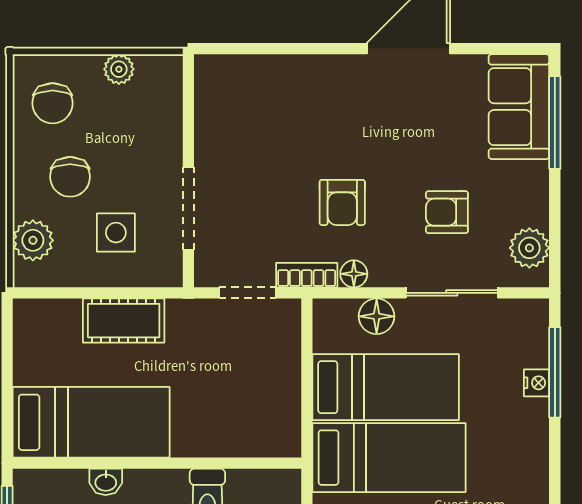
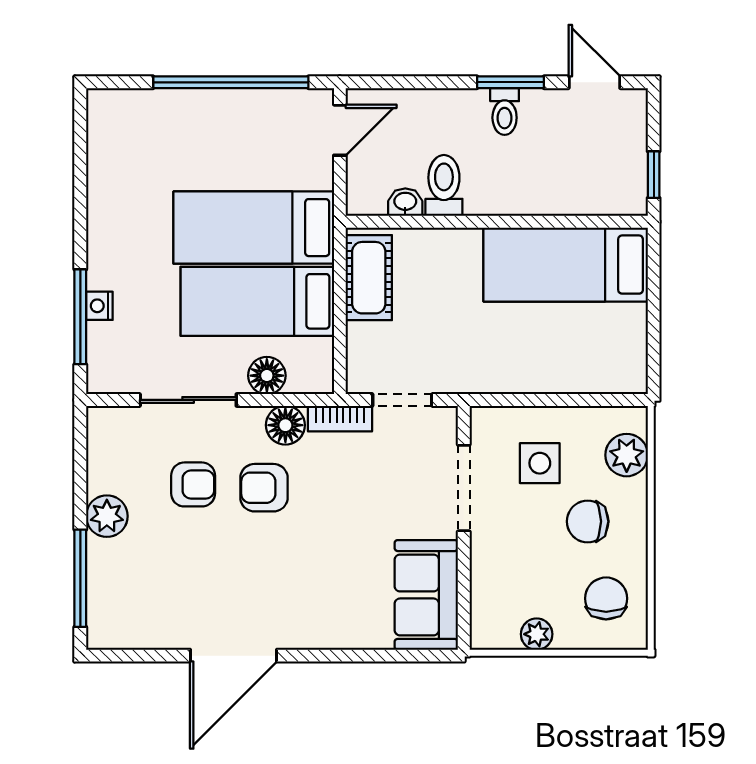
sofa: (519, 107) -> (426, 595), moved, turned 180
chair: (70, 177) -> (588, 521), turned -90
armchair: (342, 202) -> (264, 488), moved, turned -90
plant: (529, 248) -> (107, 516), moved
floor lamp: (354, 274) -> (285, 425), width x1.37, depth x1.37
cot: (124, 321) -> (369, 278), moved, turned 90
washbasin: (106, 482) -> (405, 202), moved

